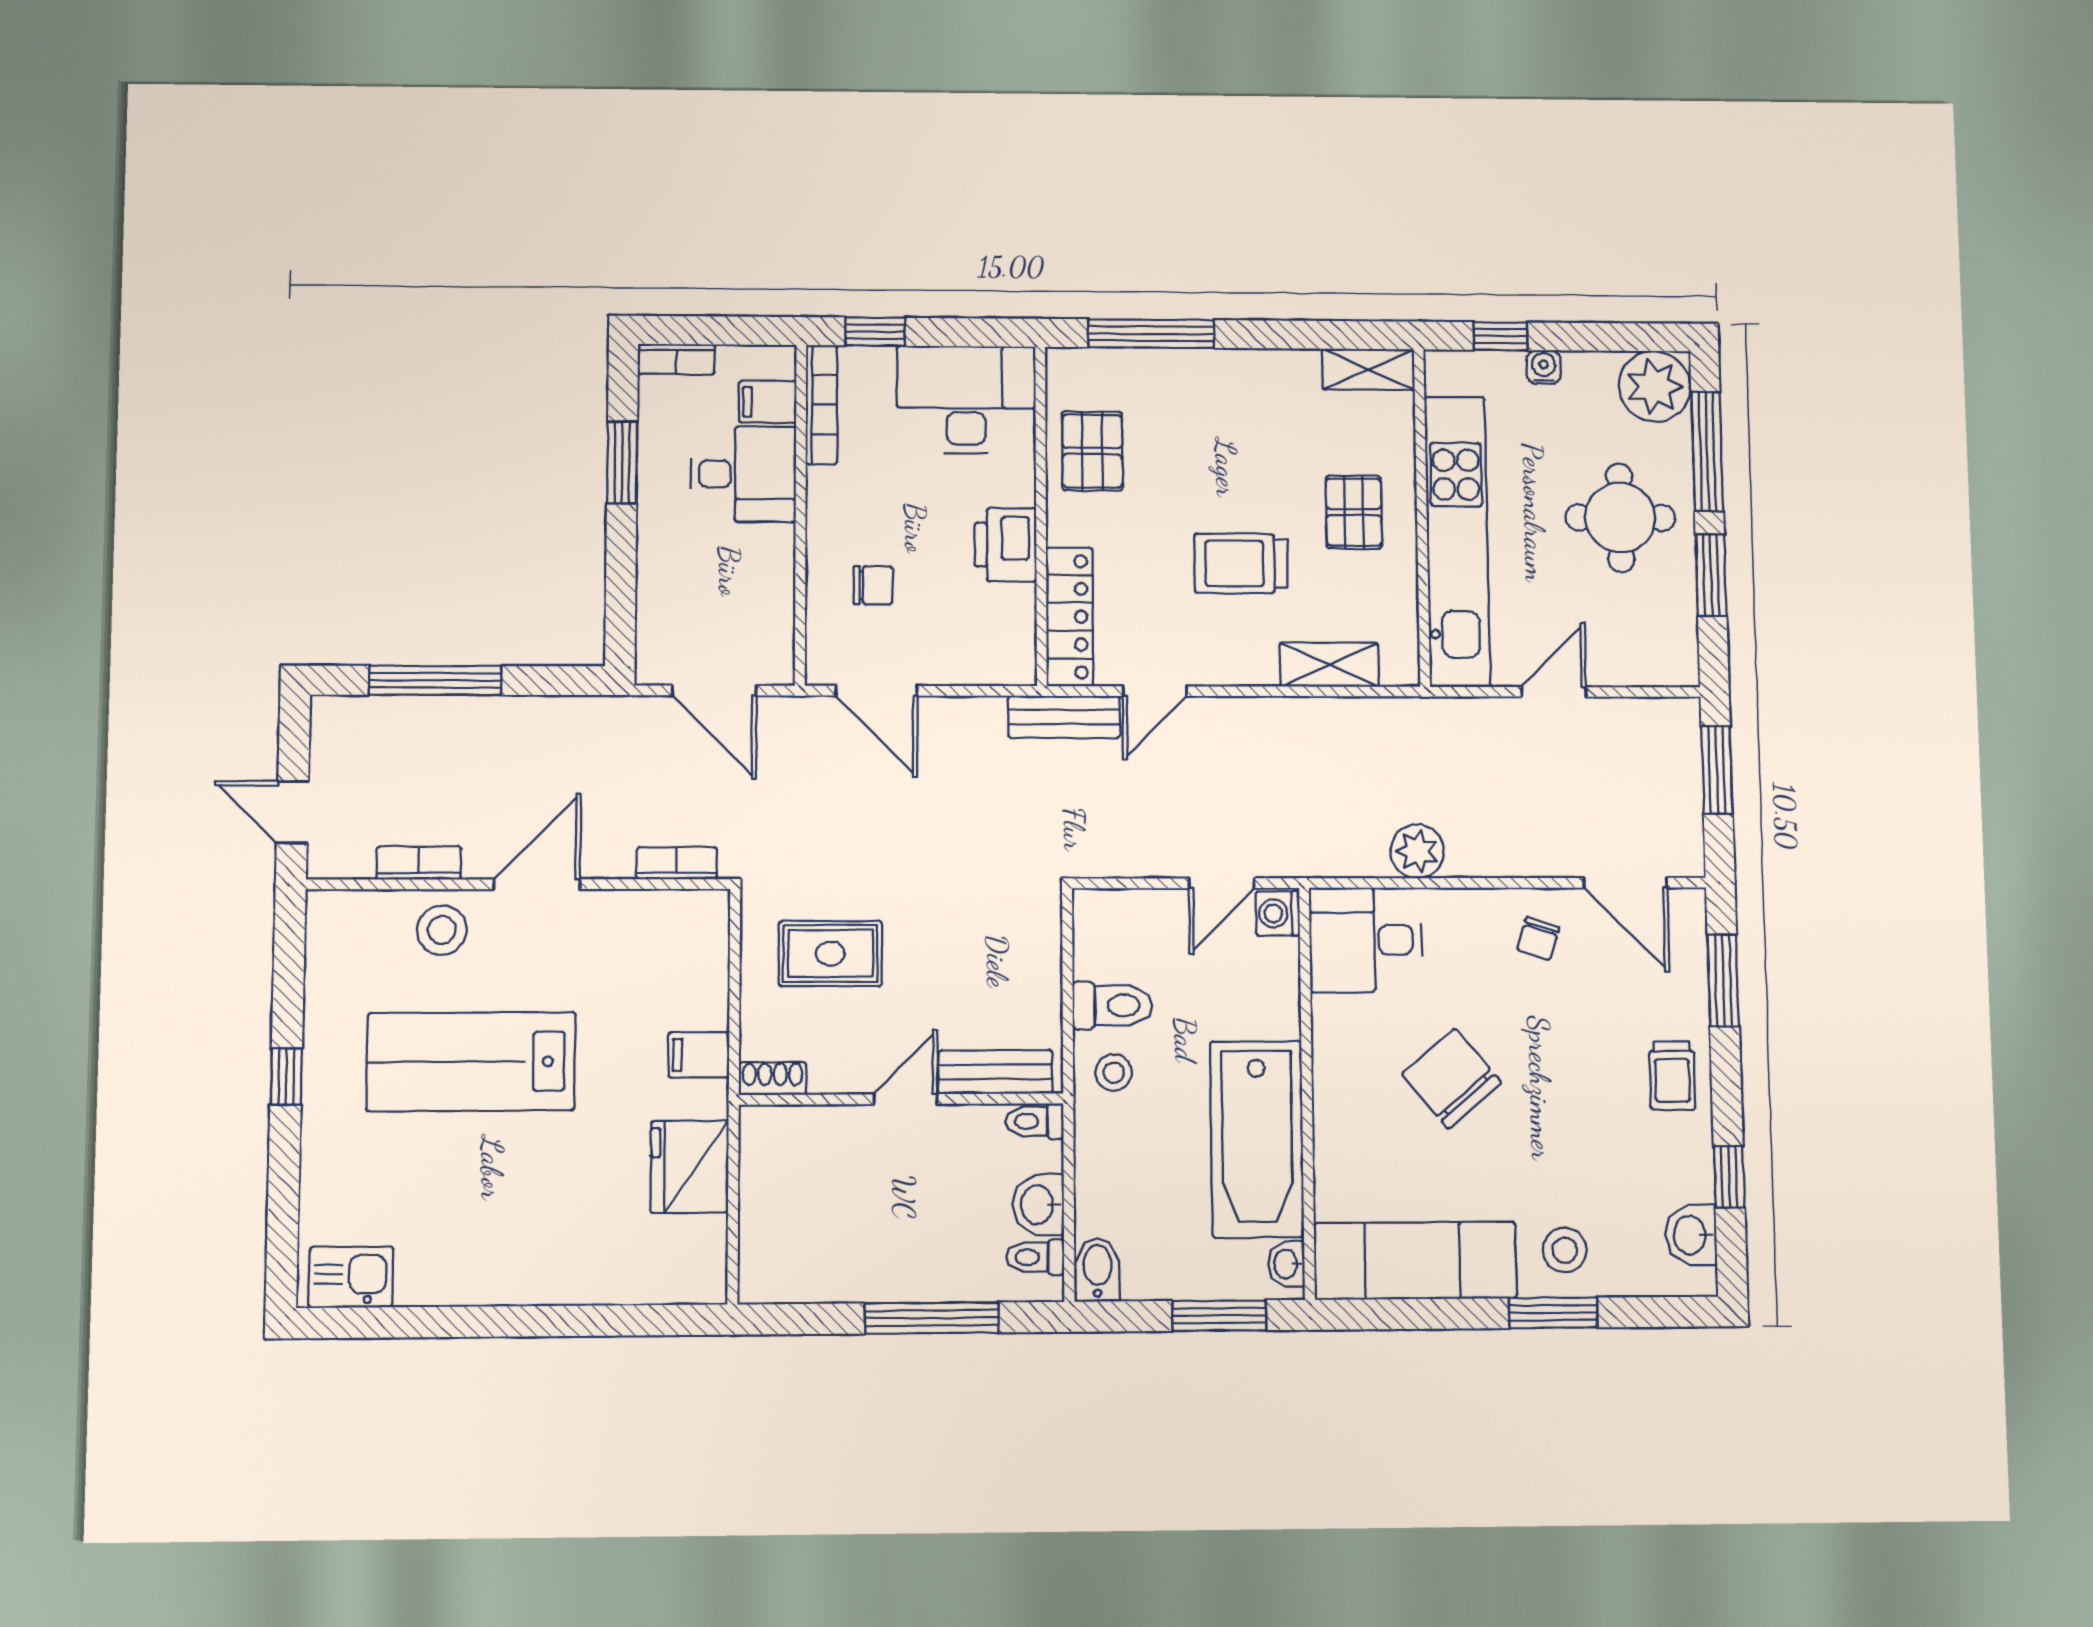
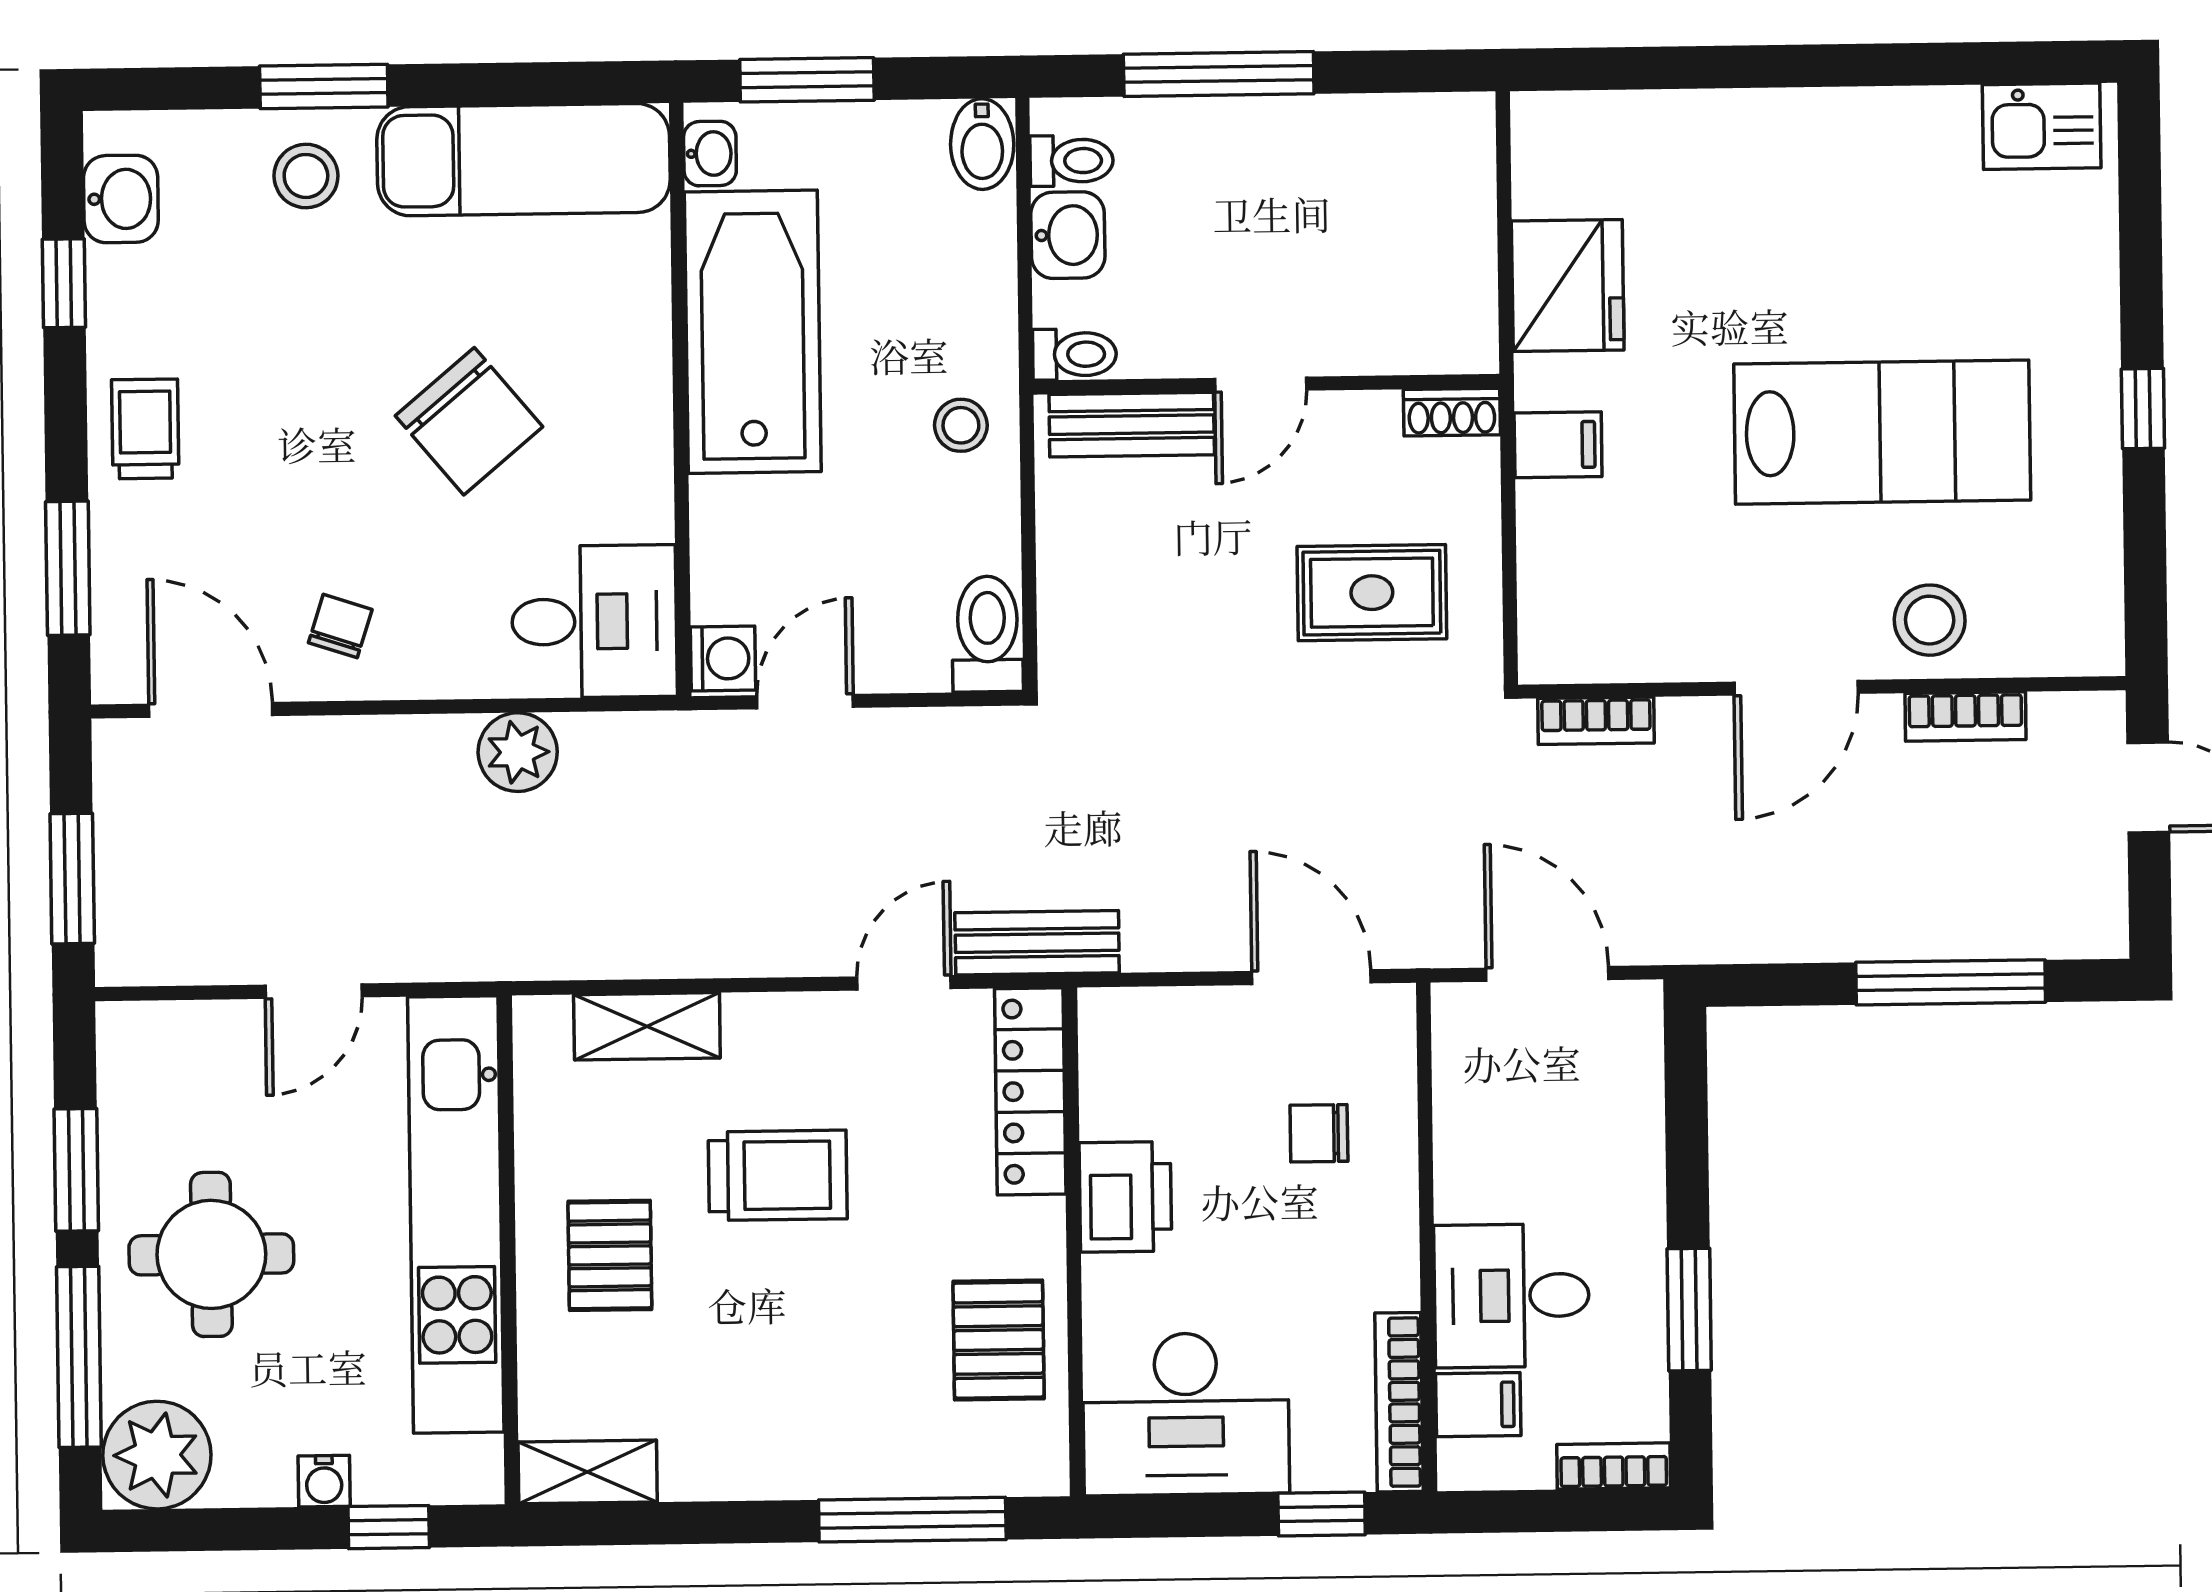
toilet: (1112, 1005) -> (987, 634), moved, turned 90

